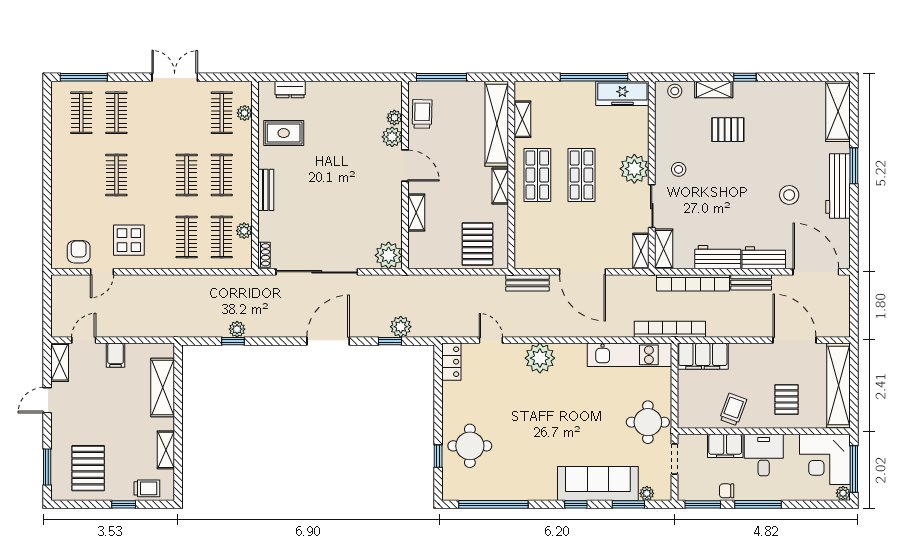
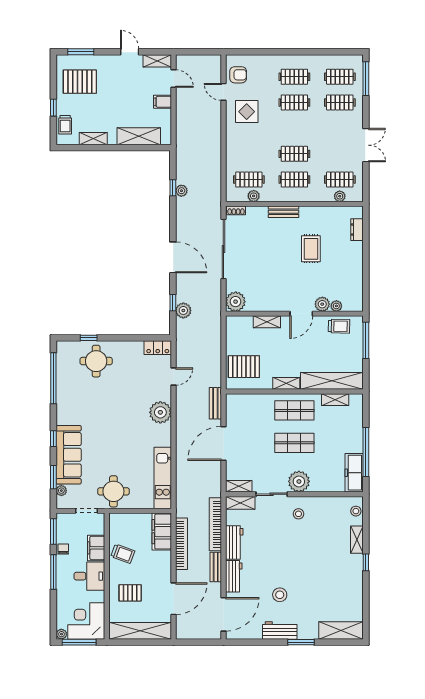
pallet: (728, 130) -> (328, 550), removed
rug: (284, 133) -> (311, 249), moved
workbench: (838, 186) -> (280, 631), width x0.73
clothes rail: (187, 237) -> (294, 77), moved
bookcase: (670, 329) -> (181, 544), moved

